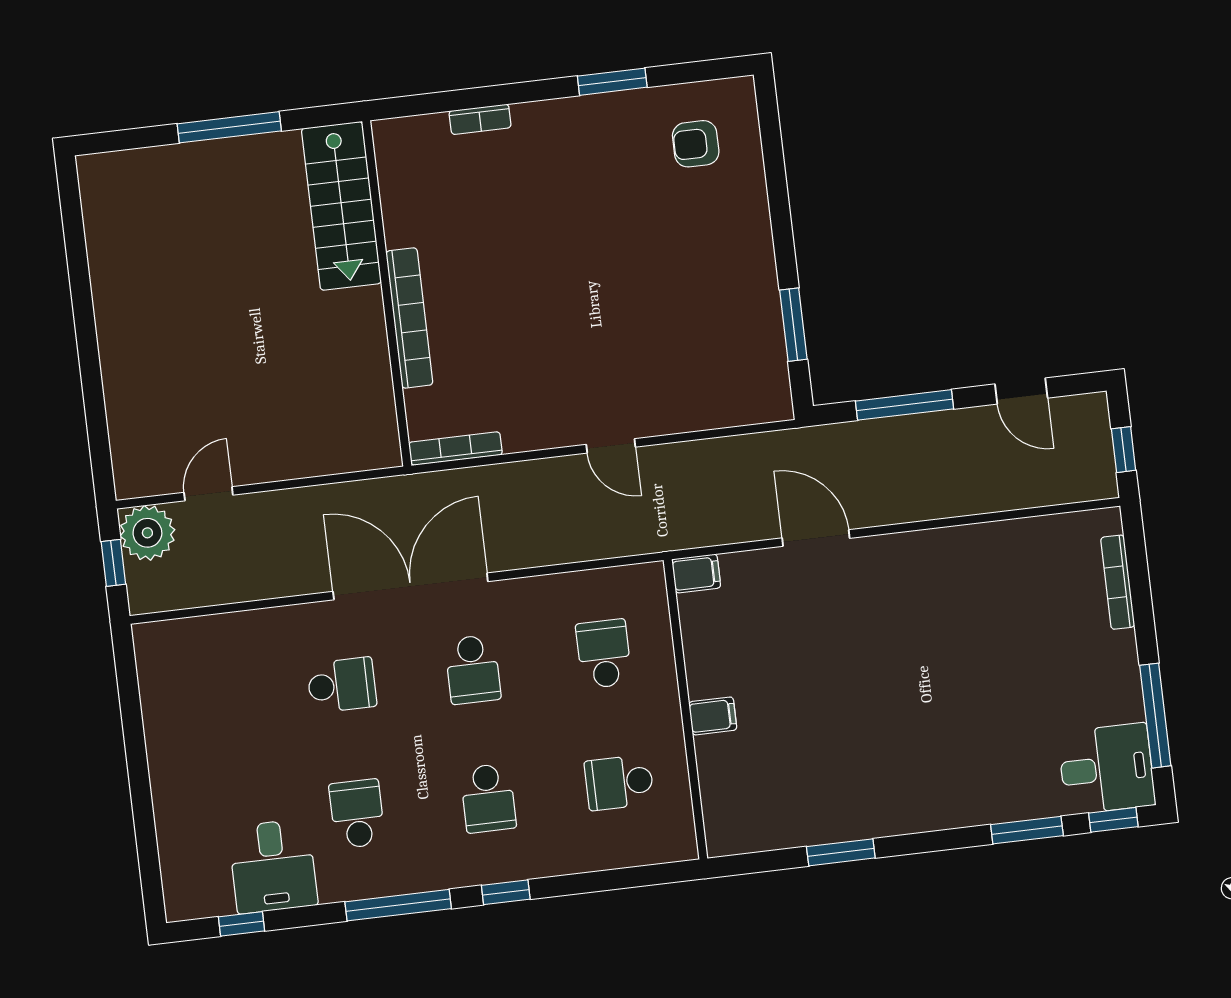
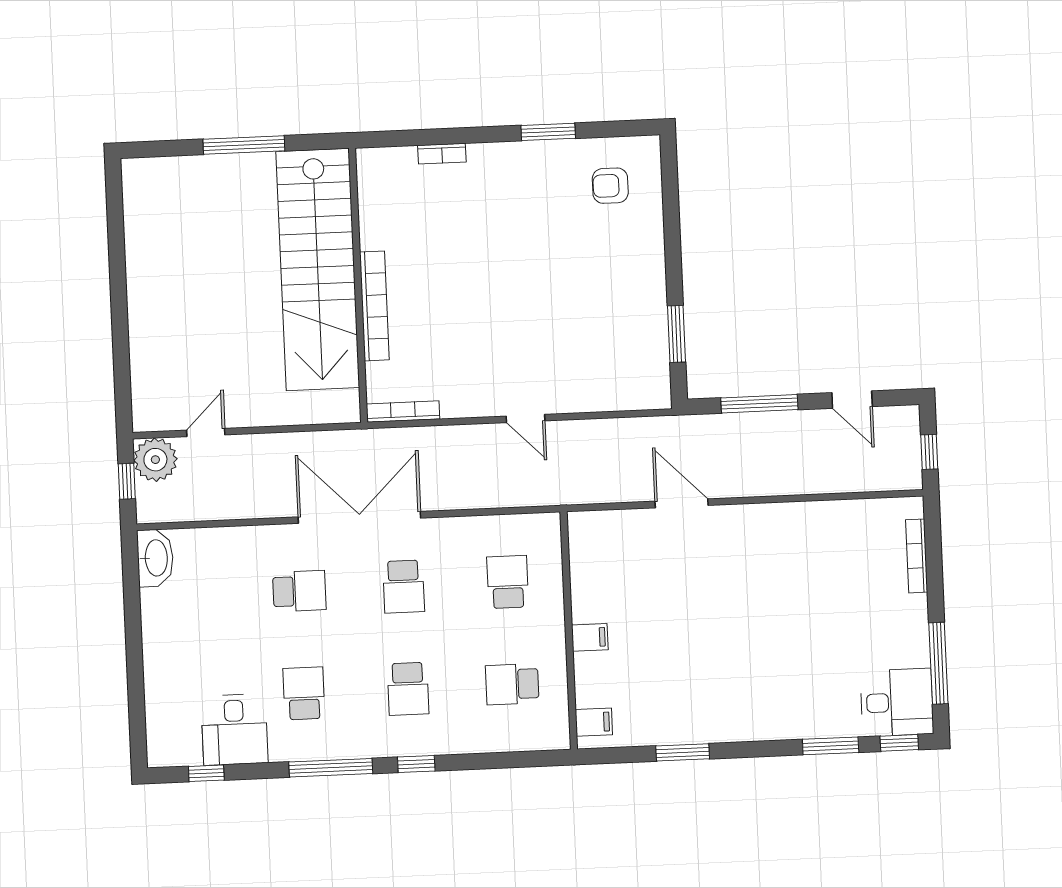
stairs: (341, 206) -> (318, 270), width x1.86, depth x1.51
filing cabinet: (696, 574) -> (594, 722), moved
washbasin: (157, 657) -> (155, 558), added

